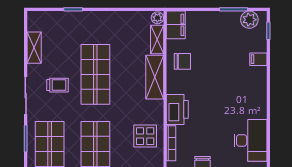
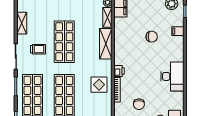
chair: (182, 61) -> (152, 37), moved
printer: (177, 109) -> (119, 71), width x0.53, depth x0.68
desk: (250, 140) -> (172, 76), moved

